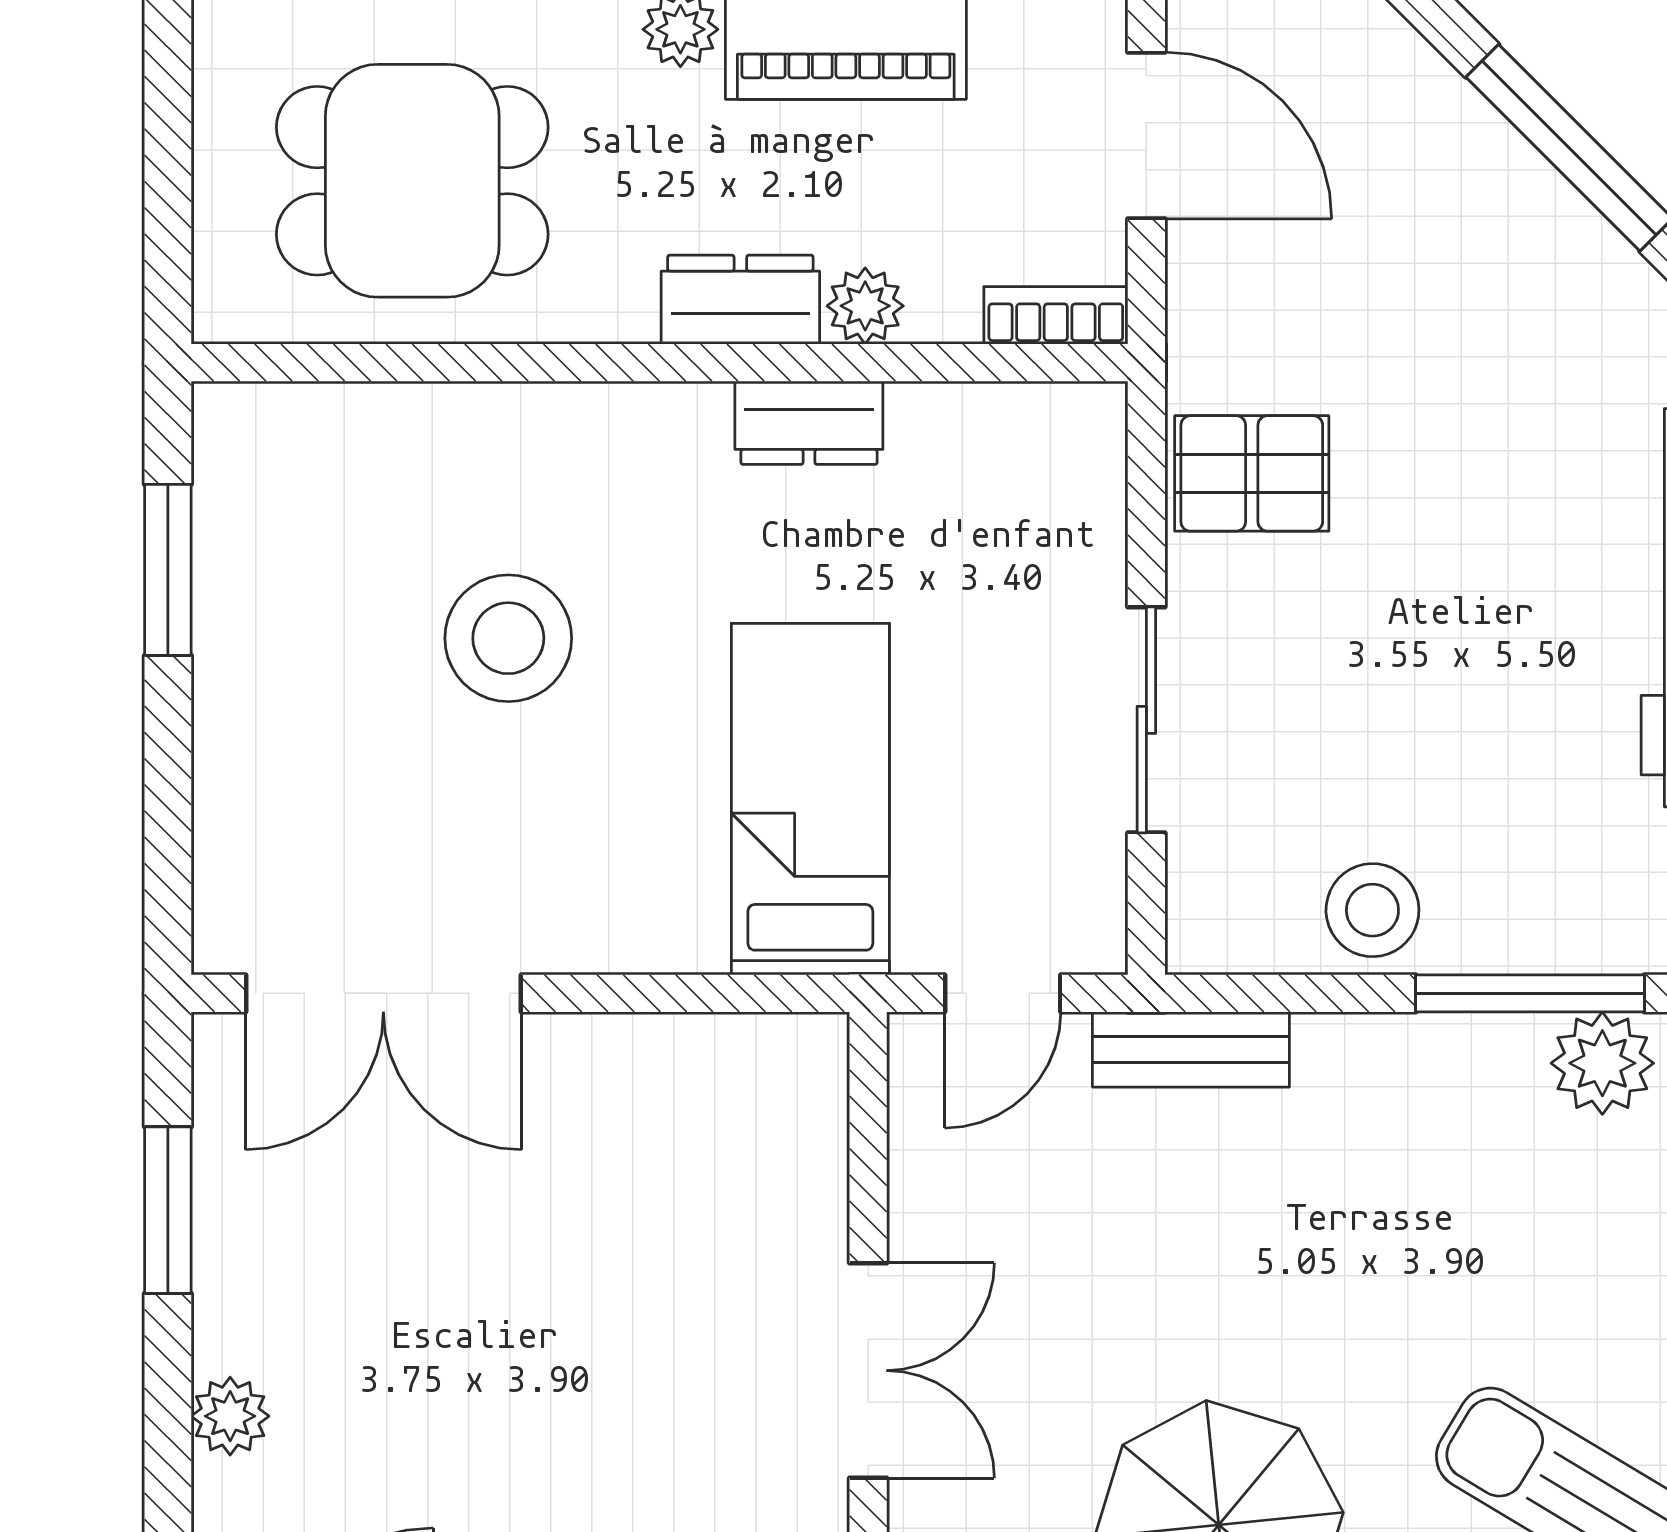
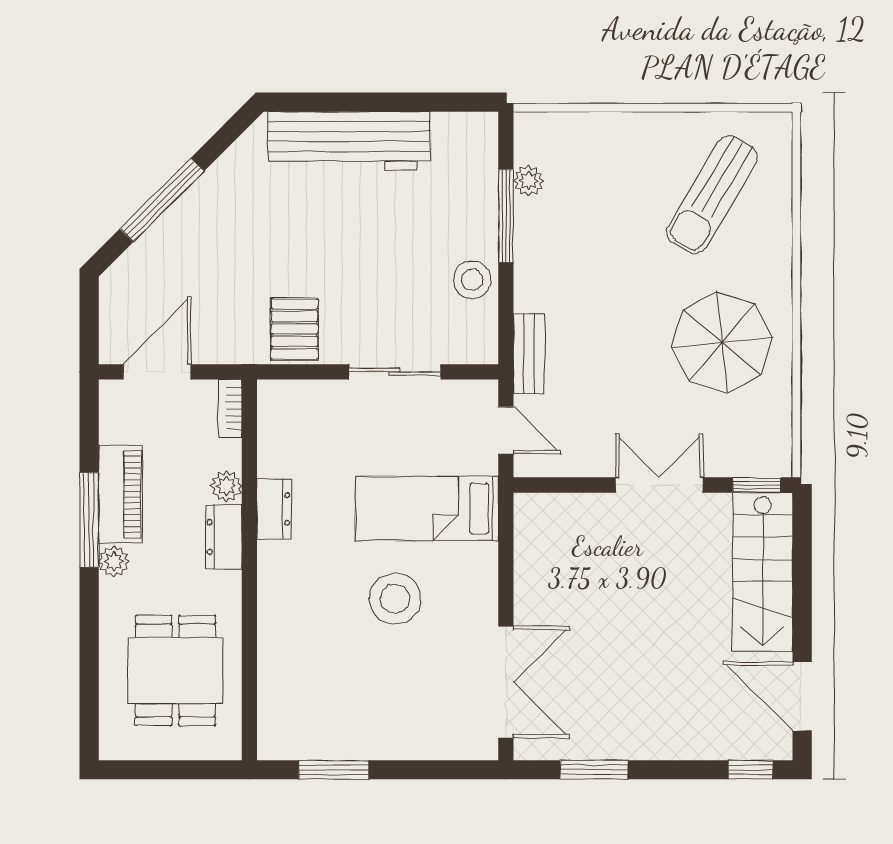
stool: (508, 638) -> (395, 599), moved
plant: (1602, 1063) -> (529, 181), width x0.73, depth x0.73
plant: (230, 1416) -> (678, 744), removed

